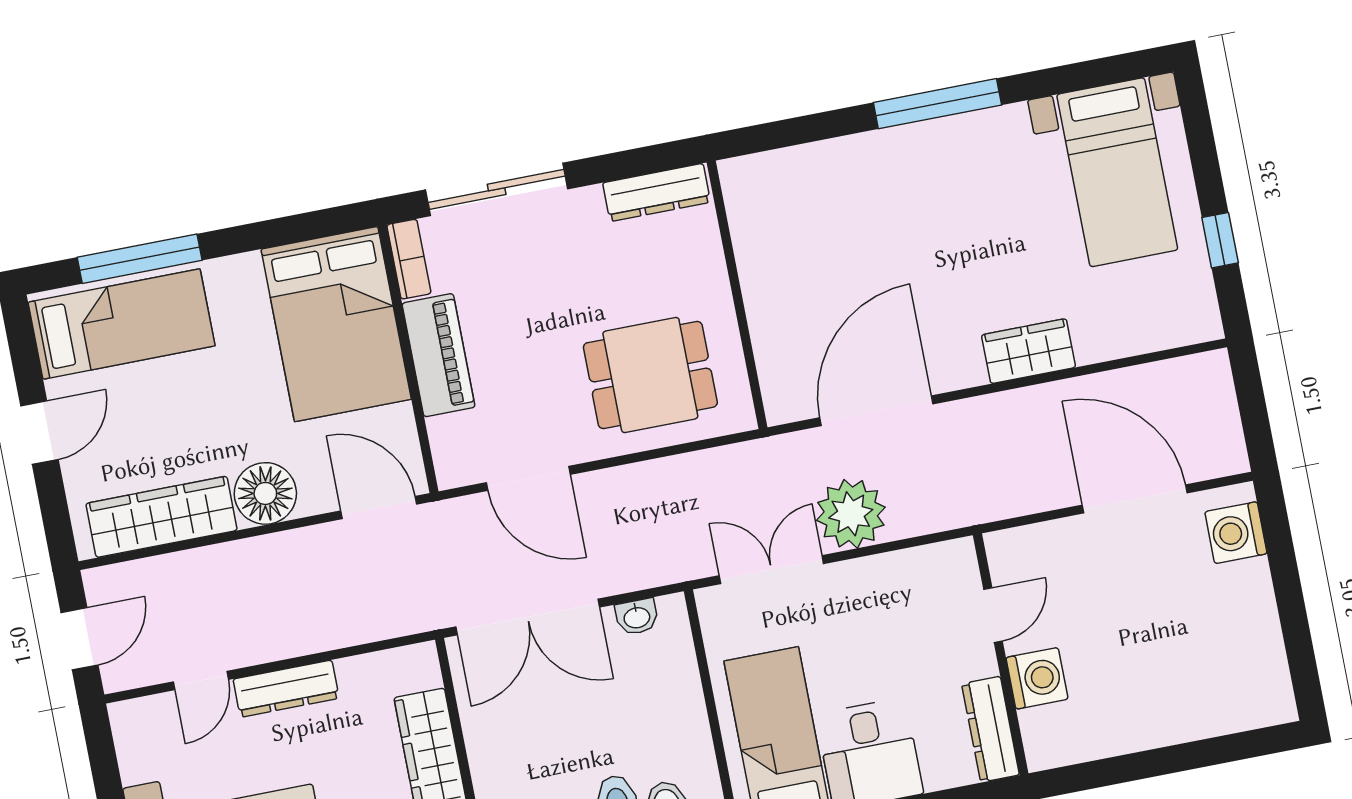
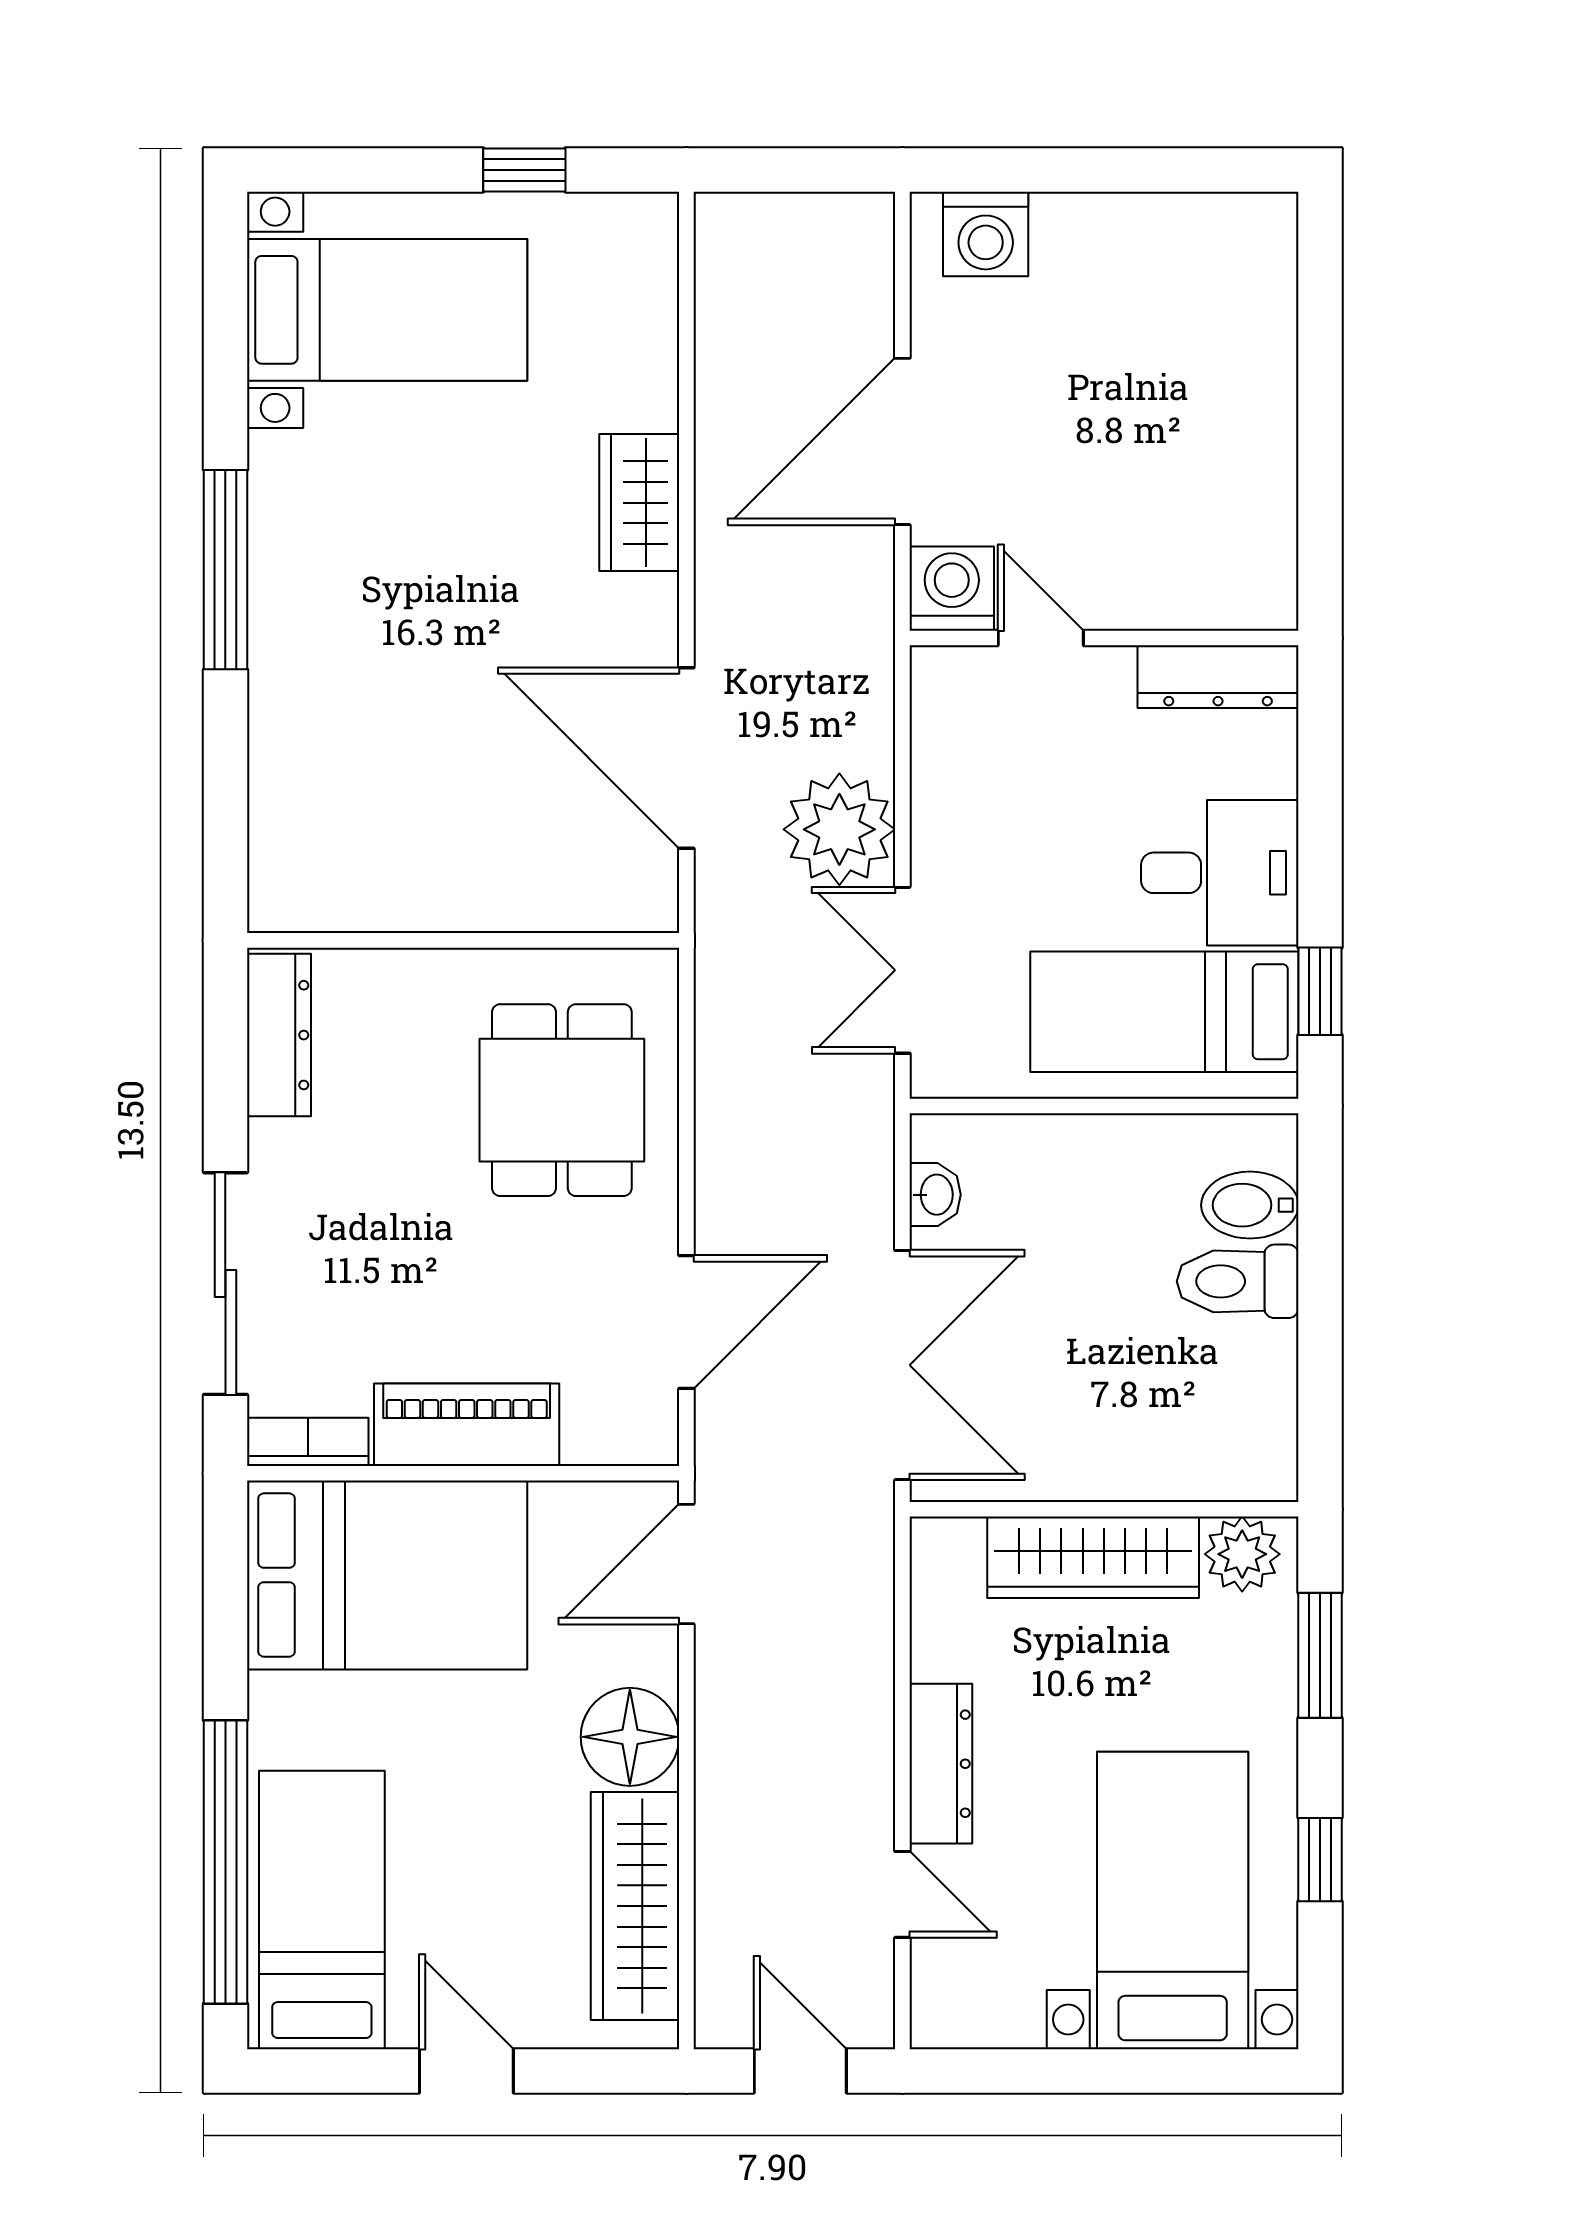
window: (140, 259) -> (225, 1862), width x1.46
door: (1135, 499) -> (902, 441), moved
washing machine: (1037, 678) -> (952, 589), moved

